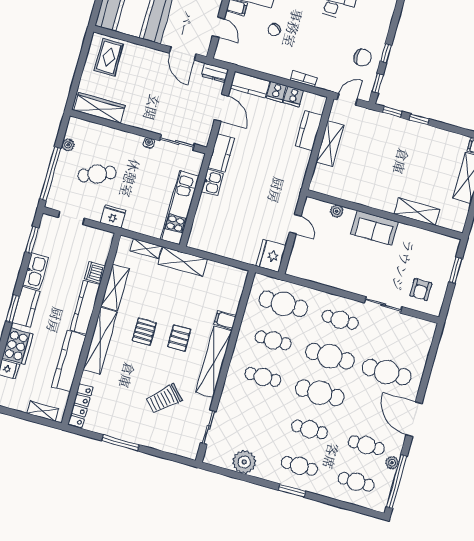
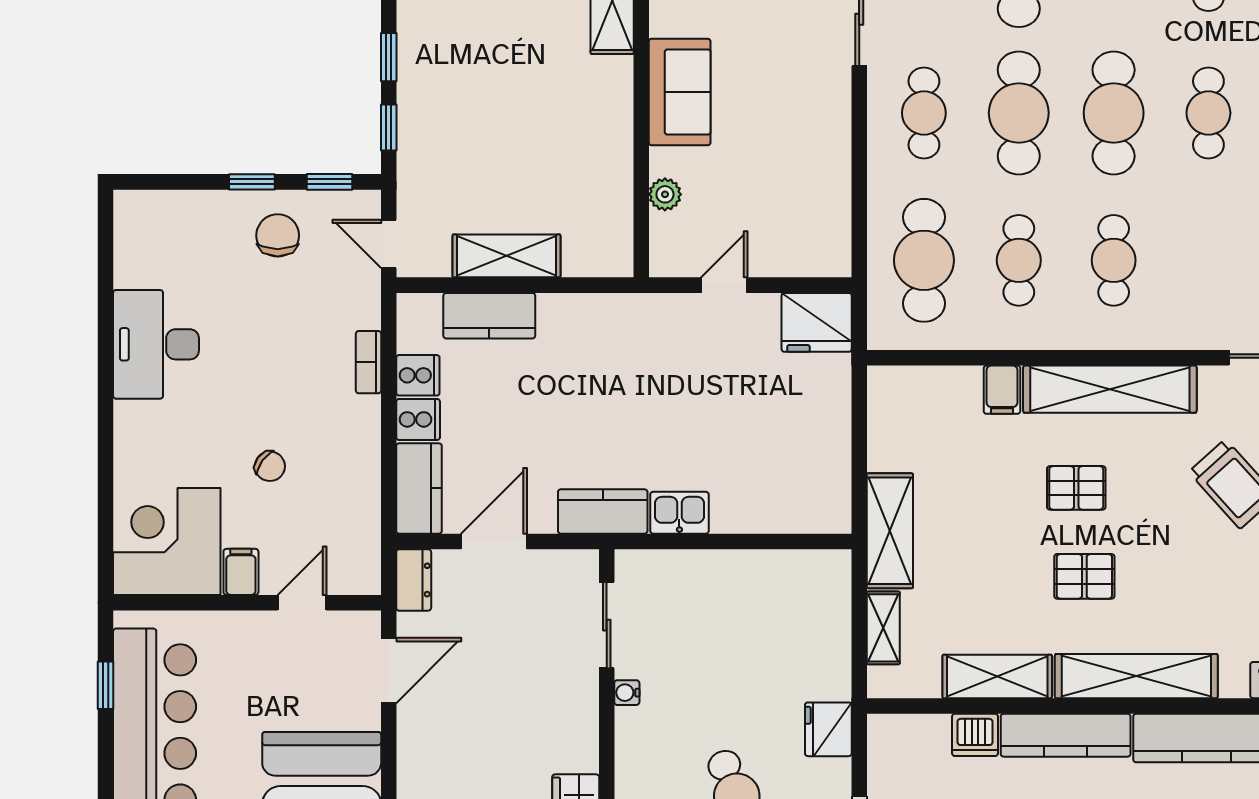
kitchen unit: (180, 208) -> (762, 574), removed

